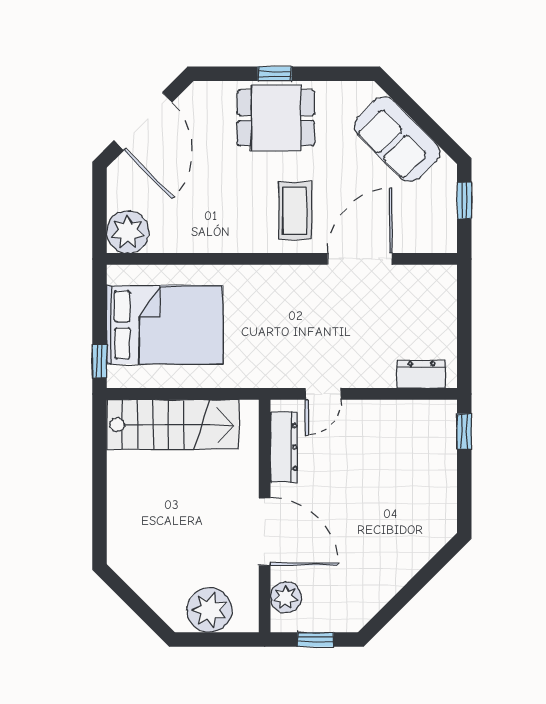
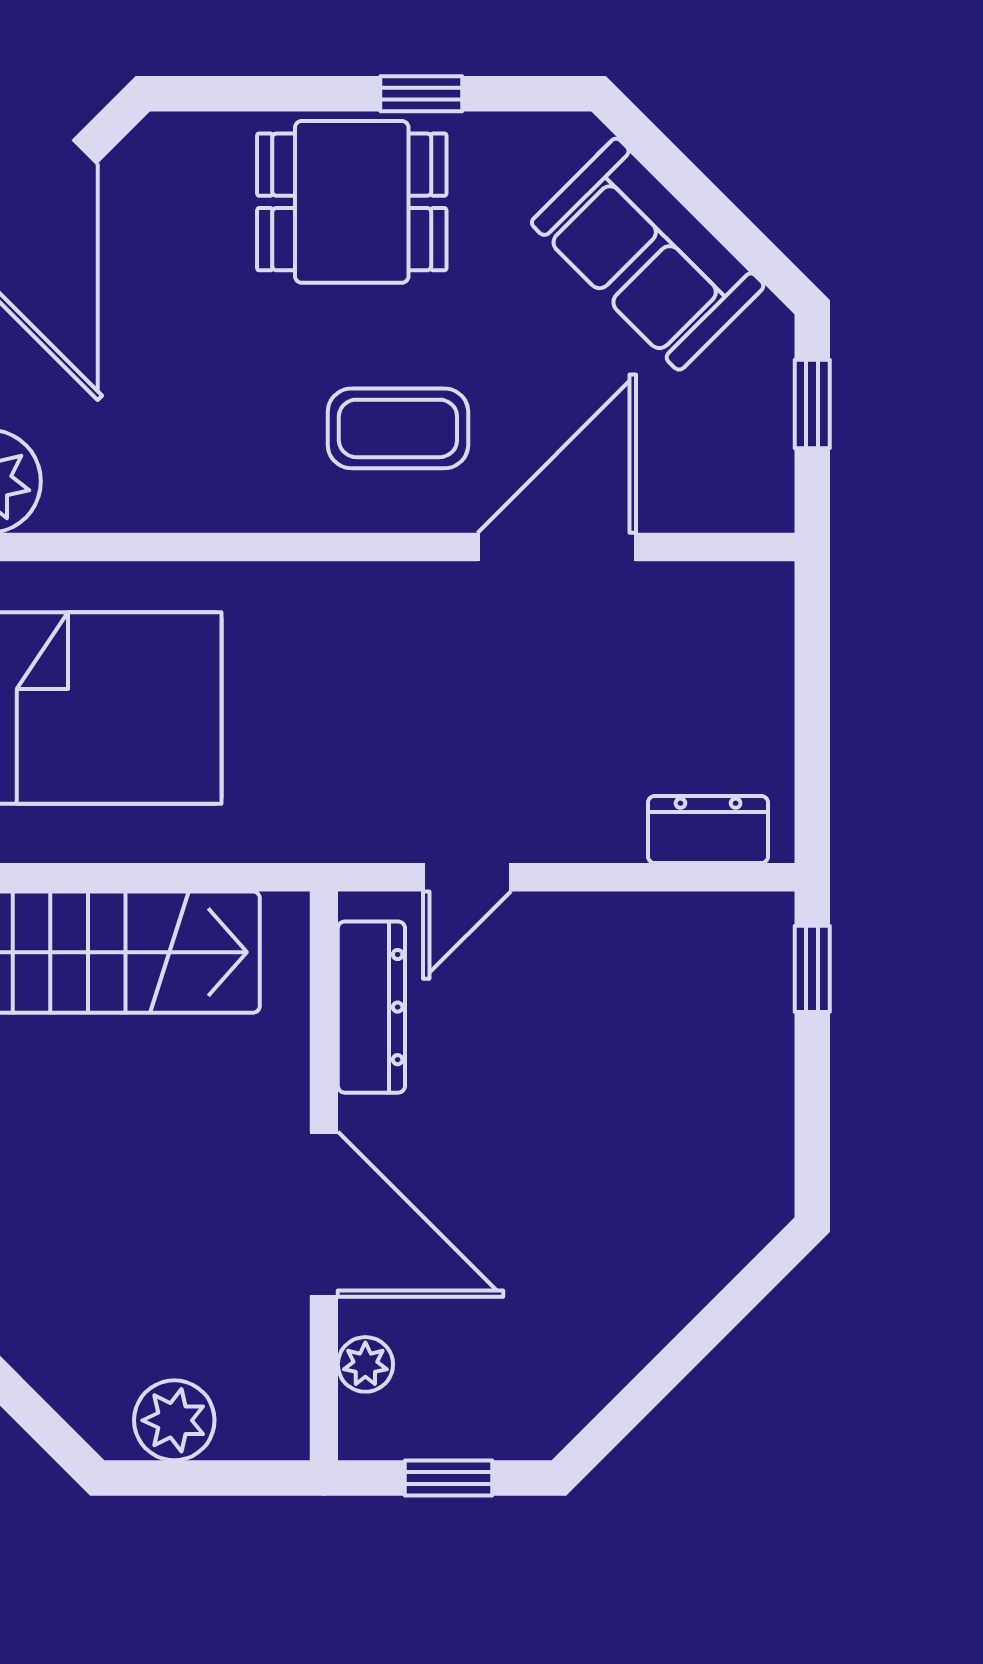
window: (275, 74) -> (421, 94), moved
coffee table: (295, 210) -> (398, 428), turned 90
plant: (286, 597) -> (365, 1364), width x0.73, depth x0.73
plant: (209, 610) -> (174, 1420), width x0.73, depth x0.73

